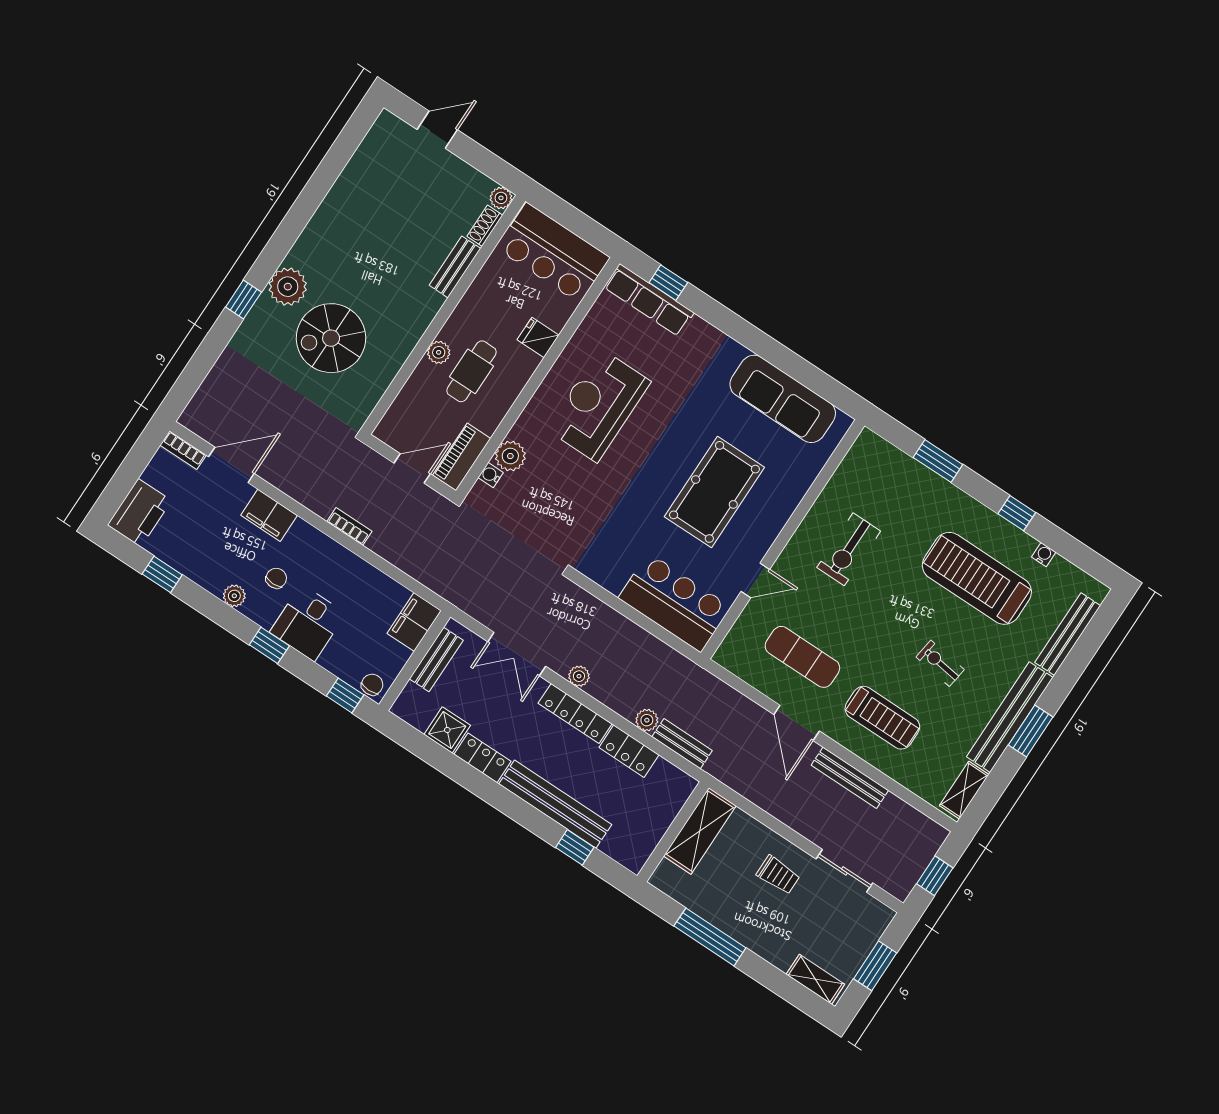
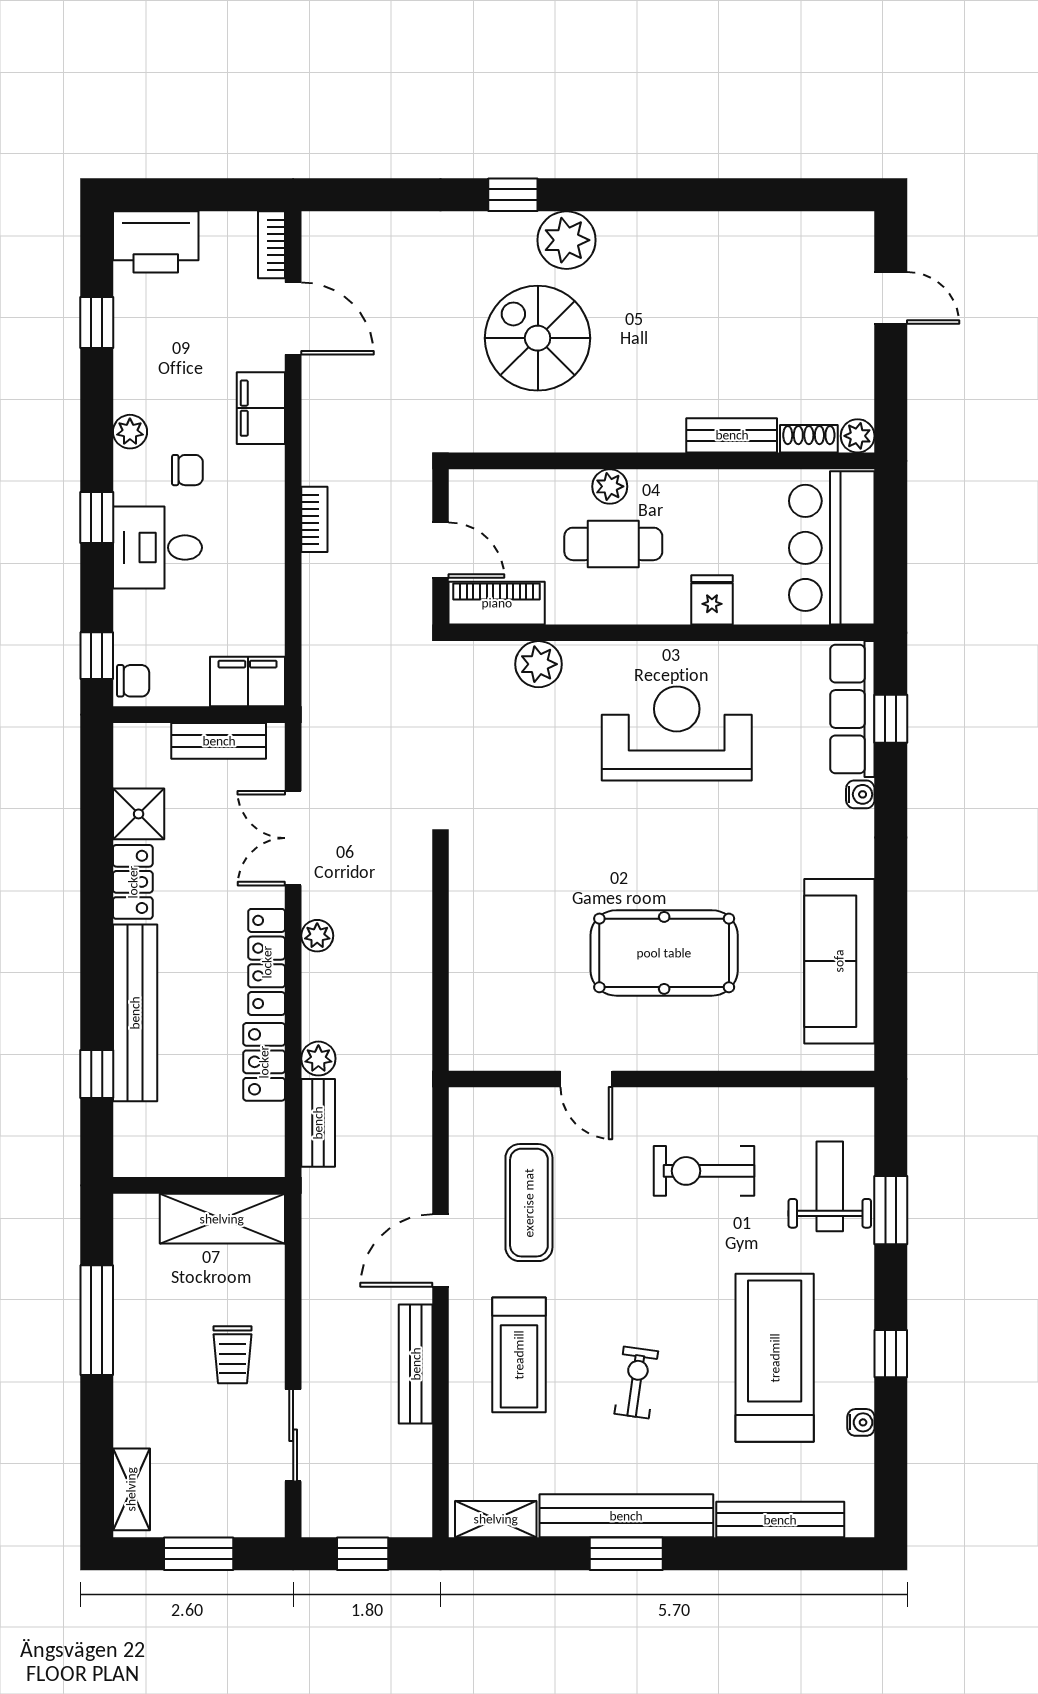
water cooler: (491, 475) -> (860, 794), moved, turned 90
weight bench: (903, 486) -> (830, 1186), added
bar counter: (675, 602) -> (491, 995), removed

